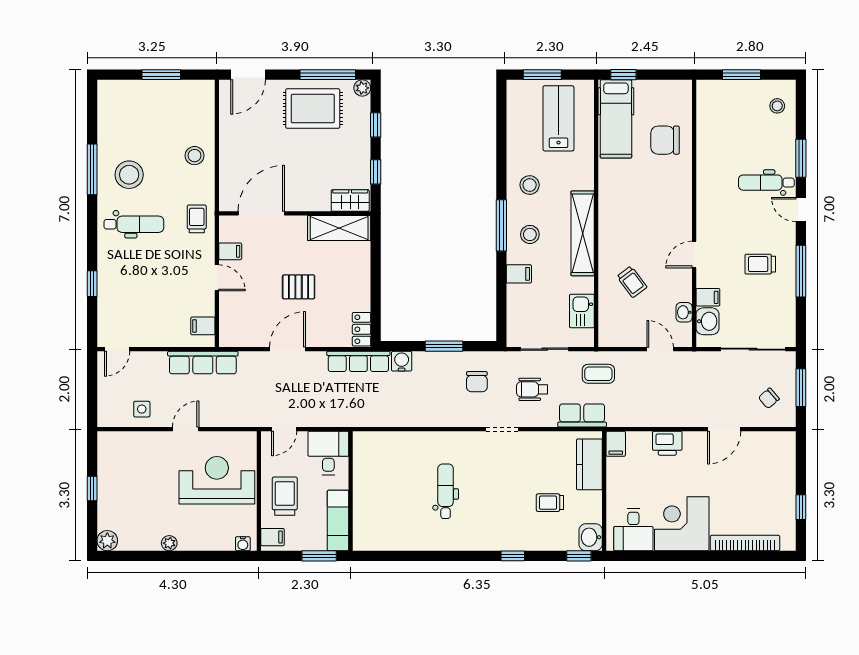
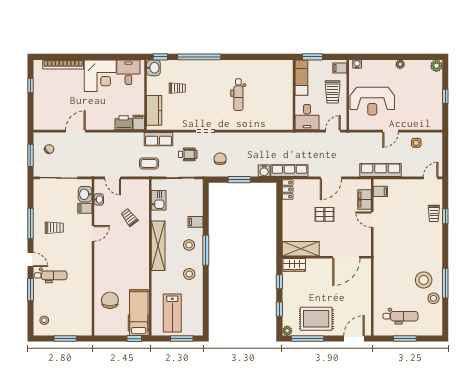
chair: (665, 140) -> (110, 300), turned -90
stool: (194, 156) -> (433, 298), moved
trolley: (197, 219) -> (434, 213), moved
dental chair: (134, 224) -> (400, 316), moved, turned 180
filing cabinet: (230, 251) -> (364, 200), moved, width x2.00
printer: (667, 443) -> (124, 123), moved
window: (513, 556) -> (199, 57), width x3.17

